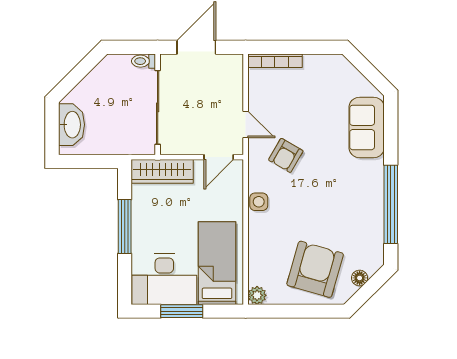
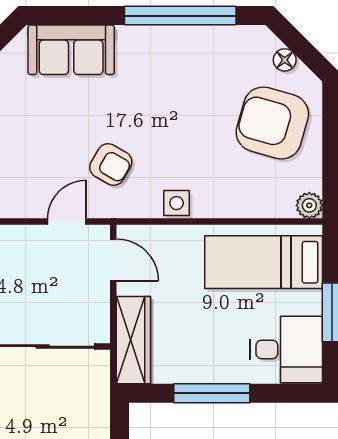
desk: (164, 279) -> (286, 349), width x0.73

